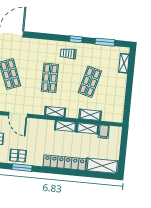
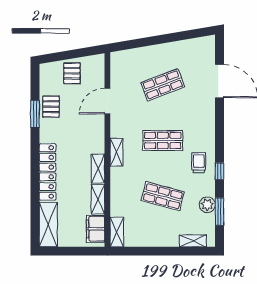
plant: (99, 50) -> (207, 205), added
shelving: (90, 115) -> (117, 232), moved
filing cabinet: (104, 132) -> (95, 229), width x2.00

